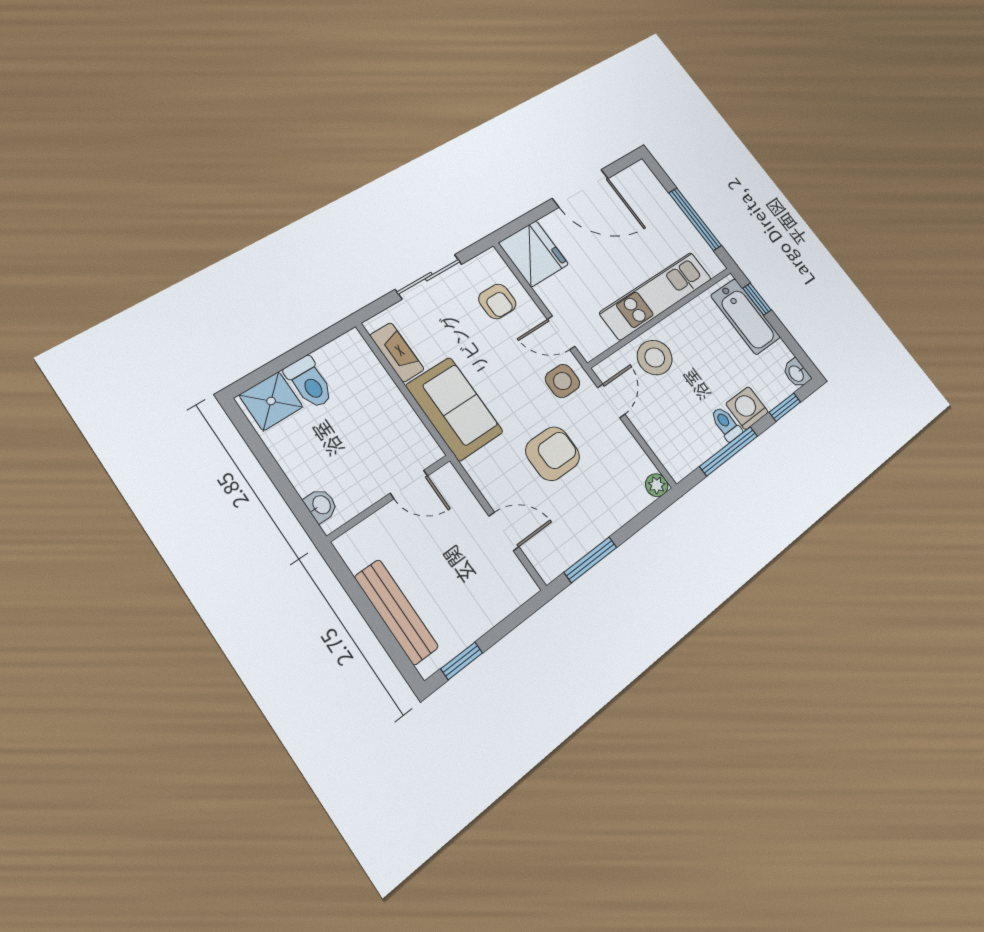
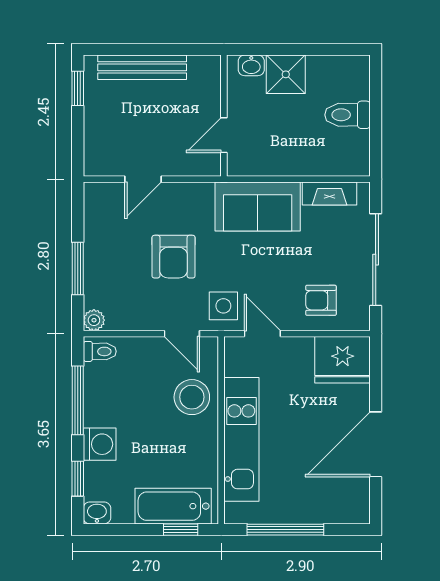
sliding door: (429, 277) -> (376, 260), width x1.37
door: (561, 333) -> (262, 334), hinge flipped
shower: (271, 401) -> (286, 74), moved
toilet: (726, 424) -> (100, 351), moved
window: (591, 560) -> (78, 268), moved

